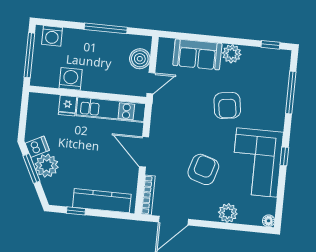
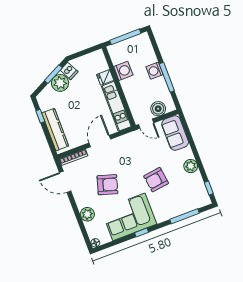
washing machine: (52, 36) -> (155, 71), moved
sofa: (197, 54) -> (175, 133), moved

